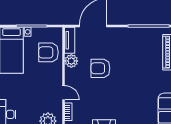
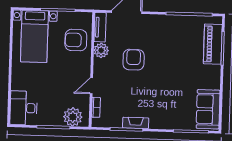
armchair: (100, 68) -> (134, 60), turned 90
door: (64, 93) -> (91, 86), swing flipped

